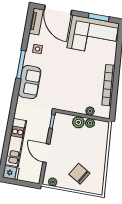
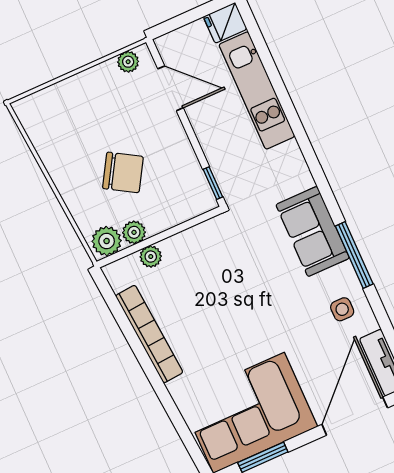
door: (58, 10) -> (355, 416), hinge flipped
plant: (78, 122) -> (107, 241), moved
door: (46, 153) -> (170, 88), moved
chair: (79, 174) -> (123, 172), moved

